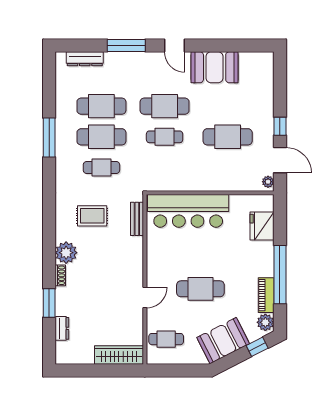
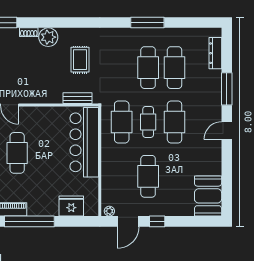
booth: (215, 67) -> (208, 196), moved
cafe table: (101, 167) -> (122, 122), moved, width x1.37, depth x1.35

